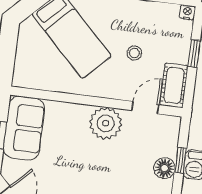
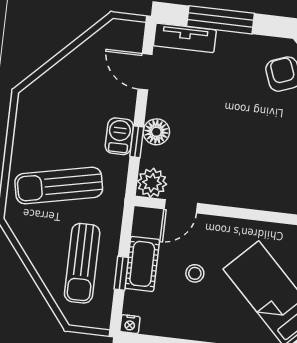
cot: (174, 85) -> (142, 264), moved
plant: (106, 123) -> (152, 183), moved, width x0.73, depth x0.73

